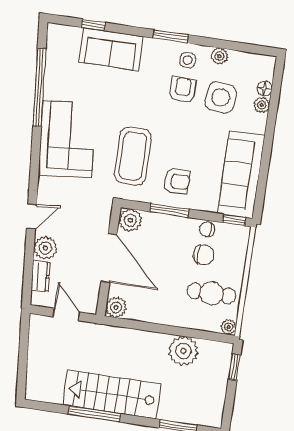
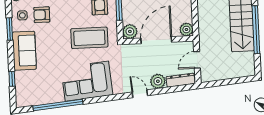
sofa: (111, 49) -> (24, 51), moved
dresser: (41, 276) -> (181, 80), width x1.44
window: (95, 414) -> (256, 30), width x1.46

